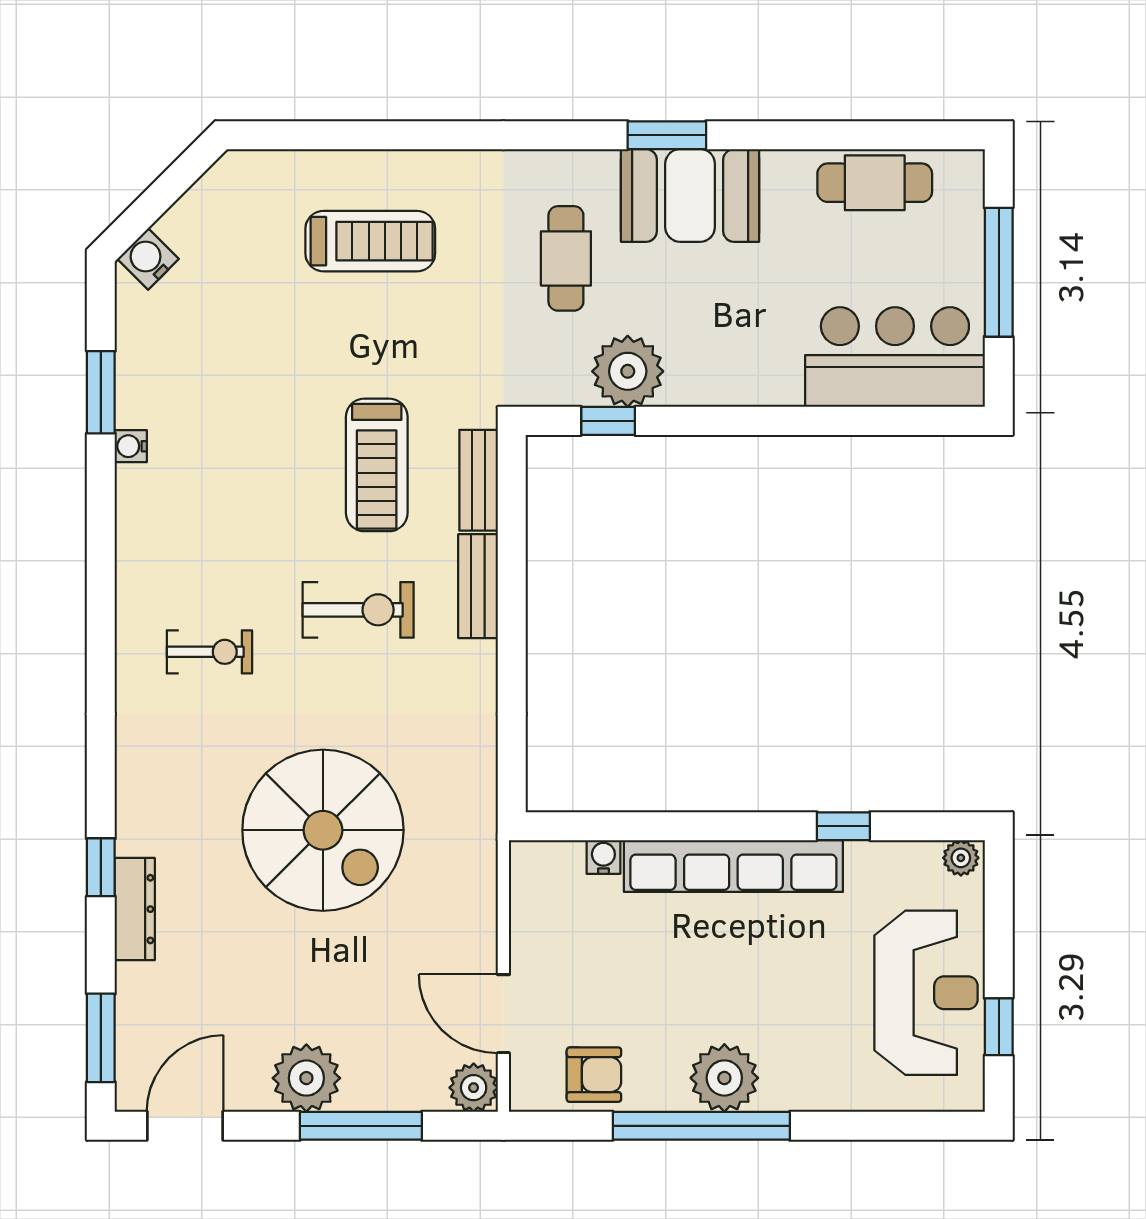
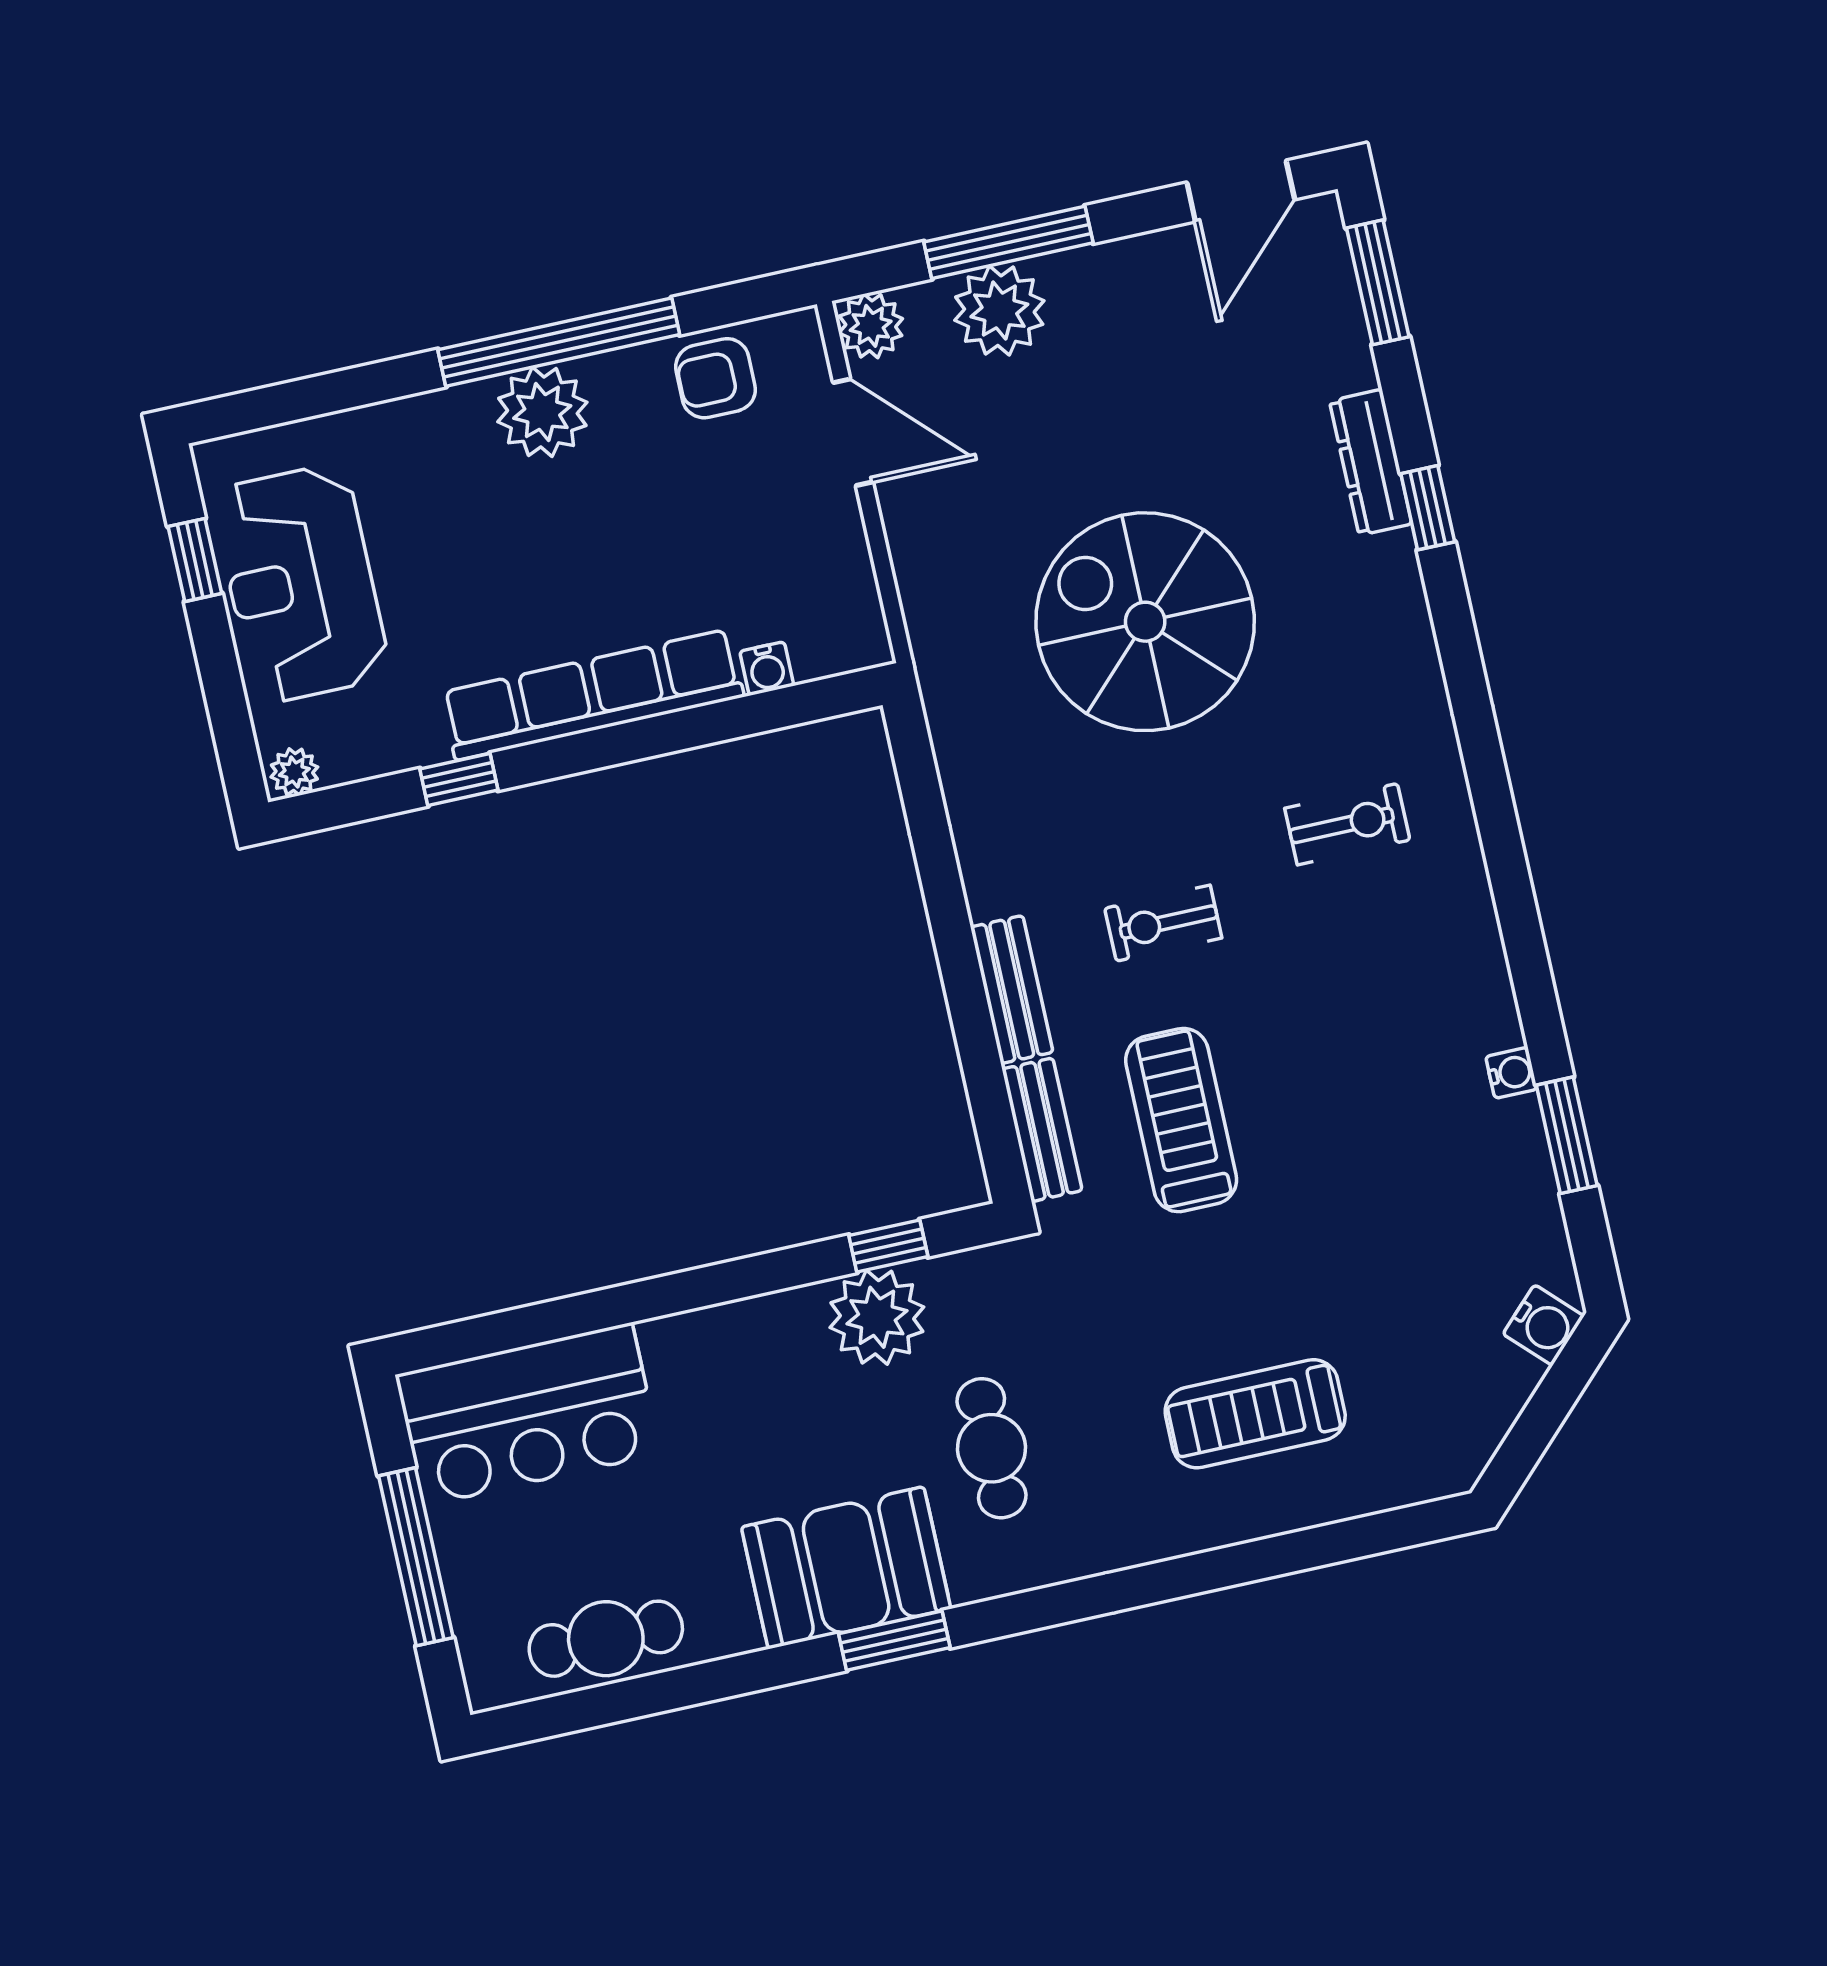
exercise bike: (358, 610) -> (1163, 923), width x0.73, depth x0.72
exercise bike: (209, 652) -> (1347, 824), turned 180
plant: (306, 1078) -> (999, 311), moved

